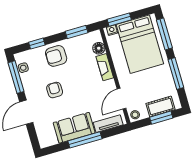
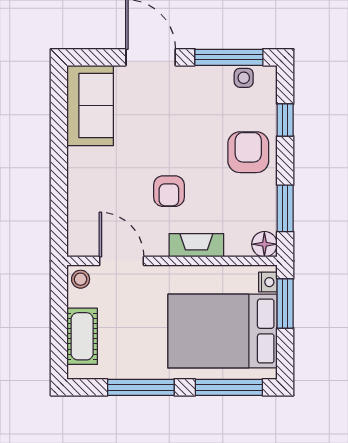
floor lamp: (99, 48) -> (264, 244), moved
armchair: (55, 90) -> (169, 191), moved, turned 90
window: (161, 118) -> (59, 331), removed
tv unit: (108, 124) -> (78, 219), removed
sofa: (74, 128) -> (90, 105), moved
window: (85, 140) -> (59, 161), removed

